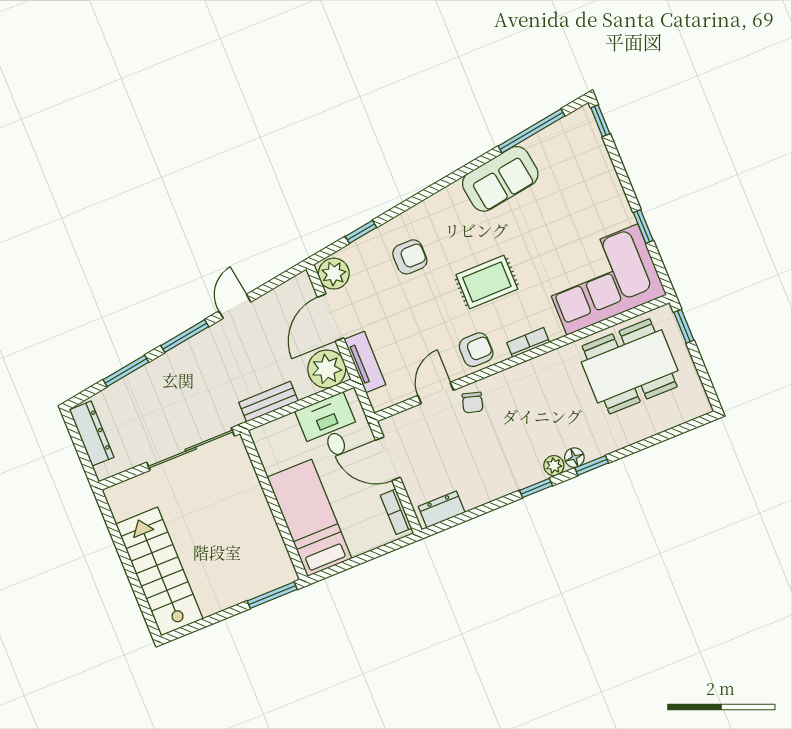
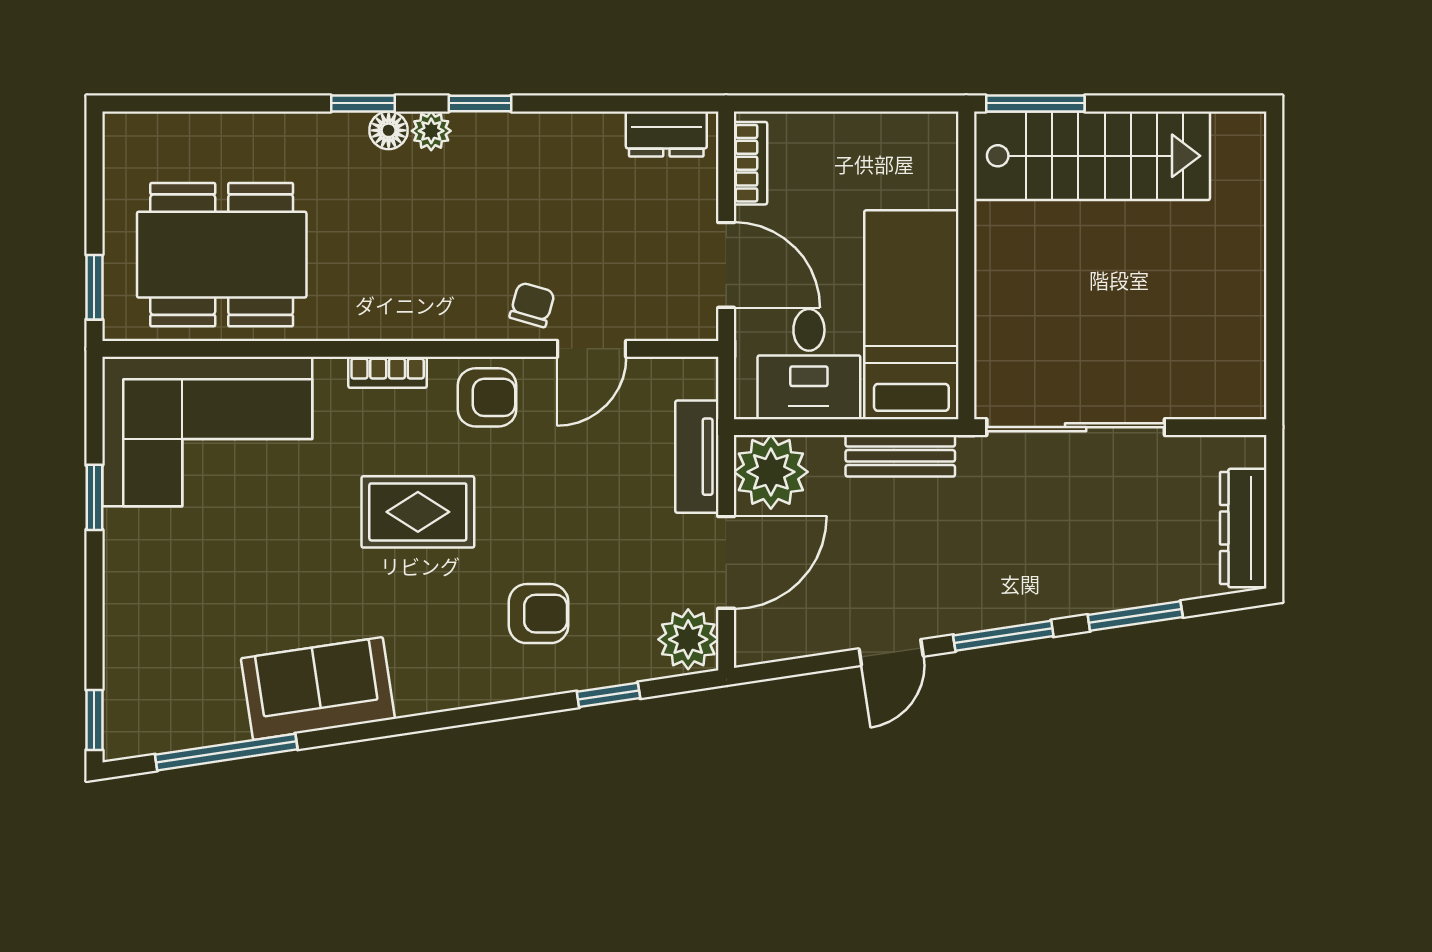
armchair: (410, 257) -> (539, 614), turned 180
armchair: (476, 350) -> (487, 397), turned 180
bed: (309, 518) -> (911, 315), moved, turned 180
stairs: (159, 571) -> (1092, 156), moved, turned -90

